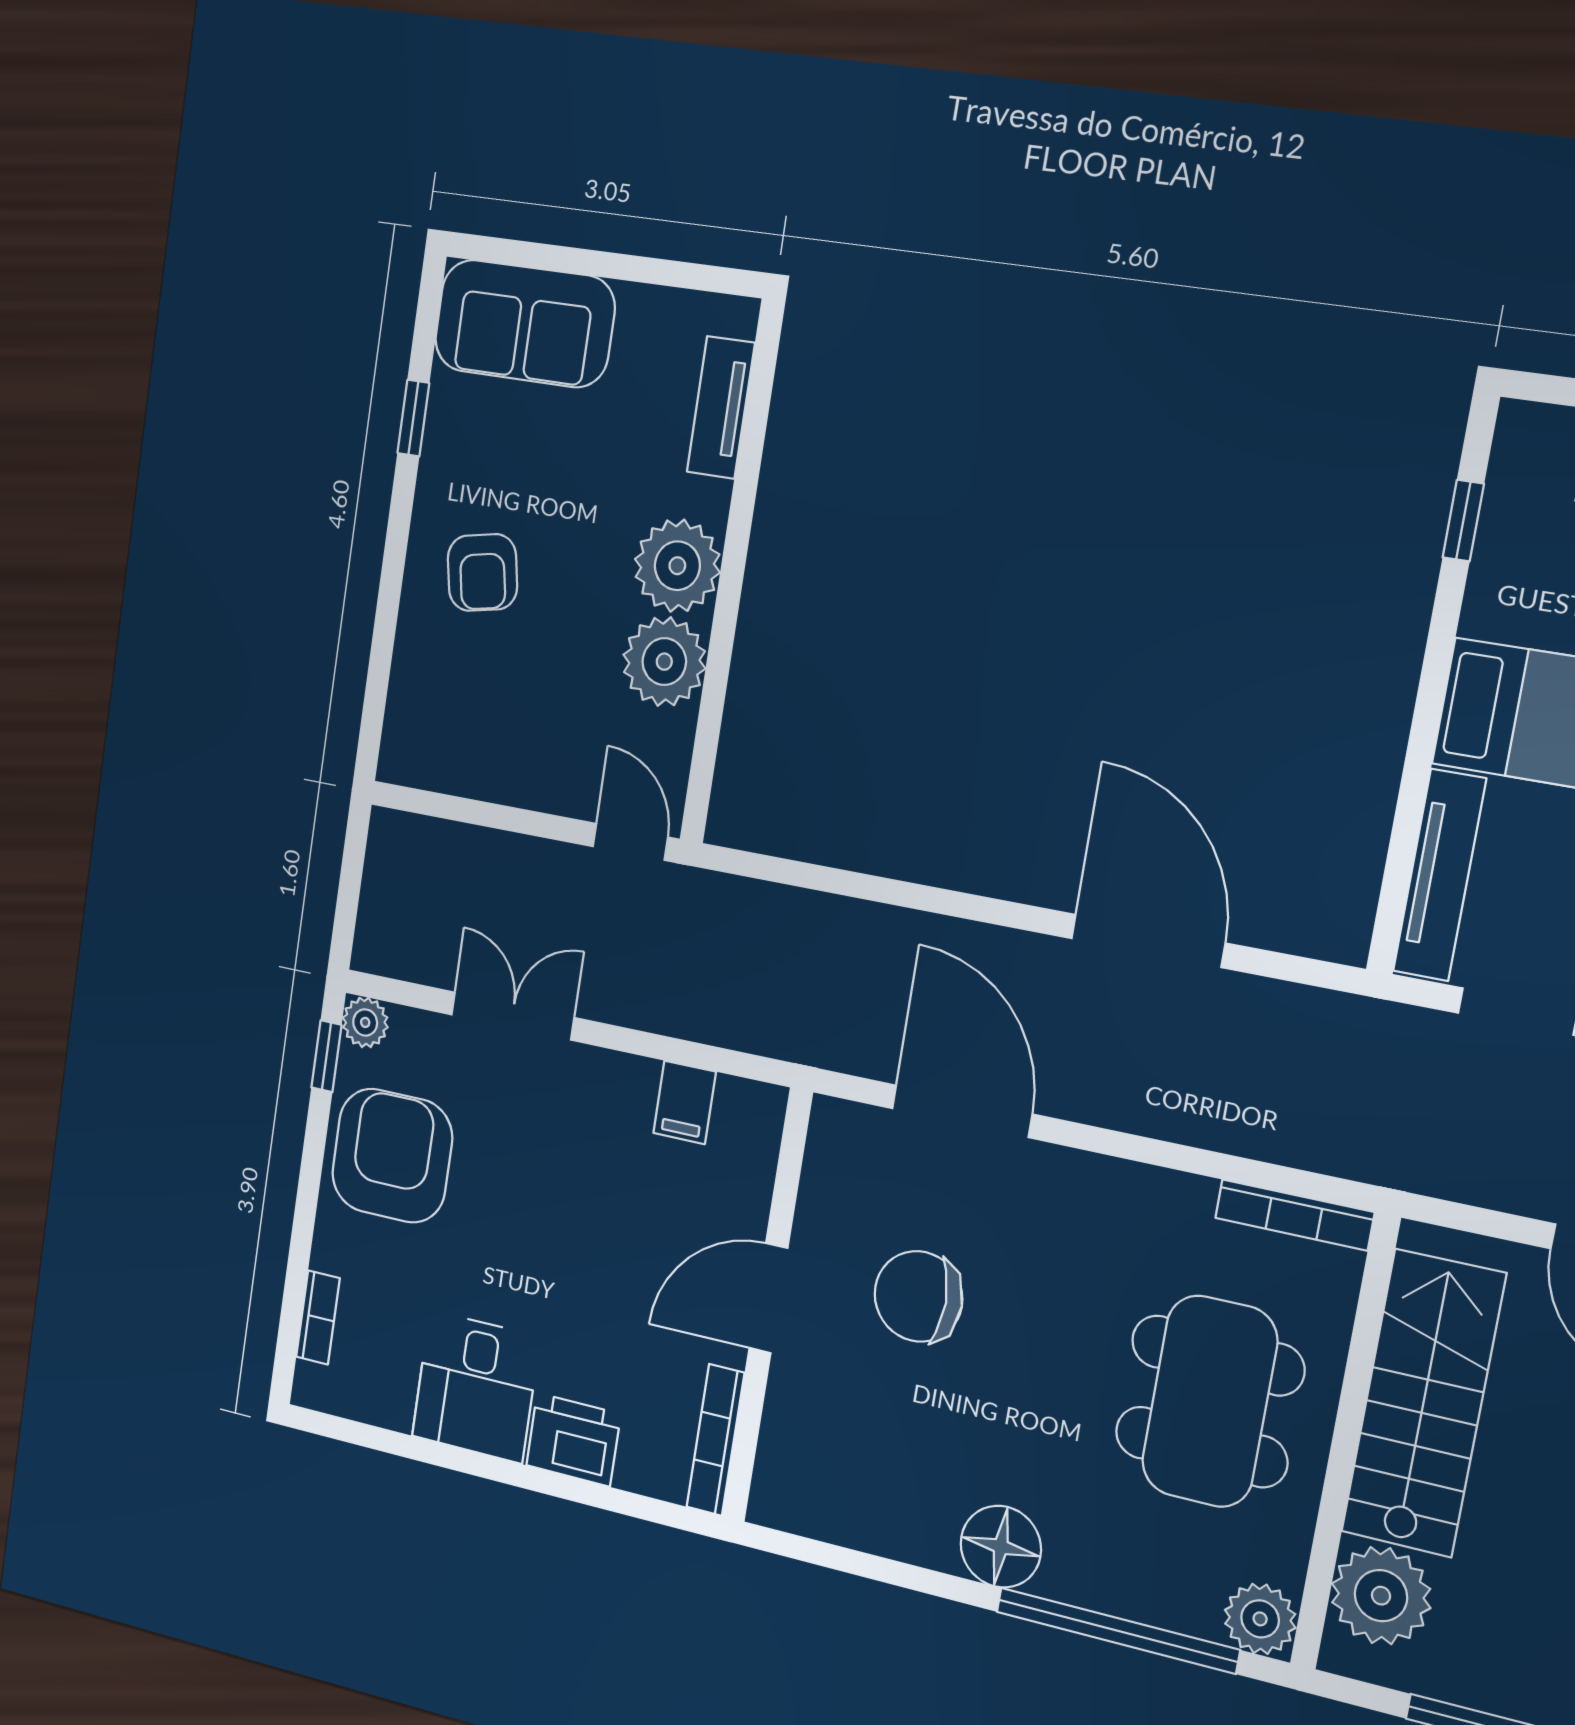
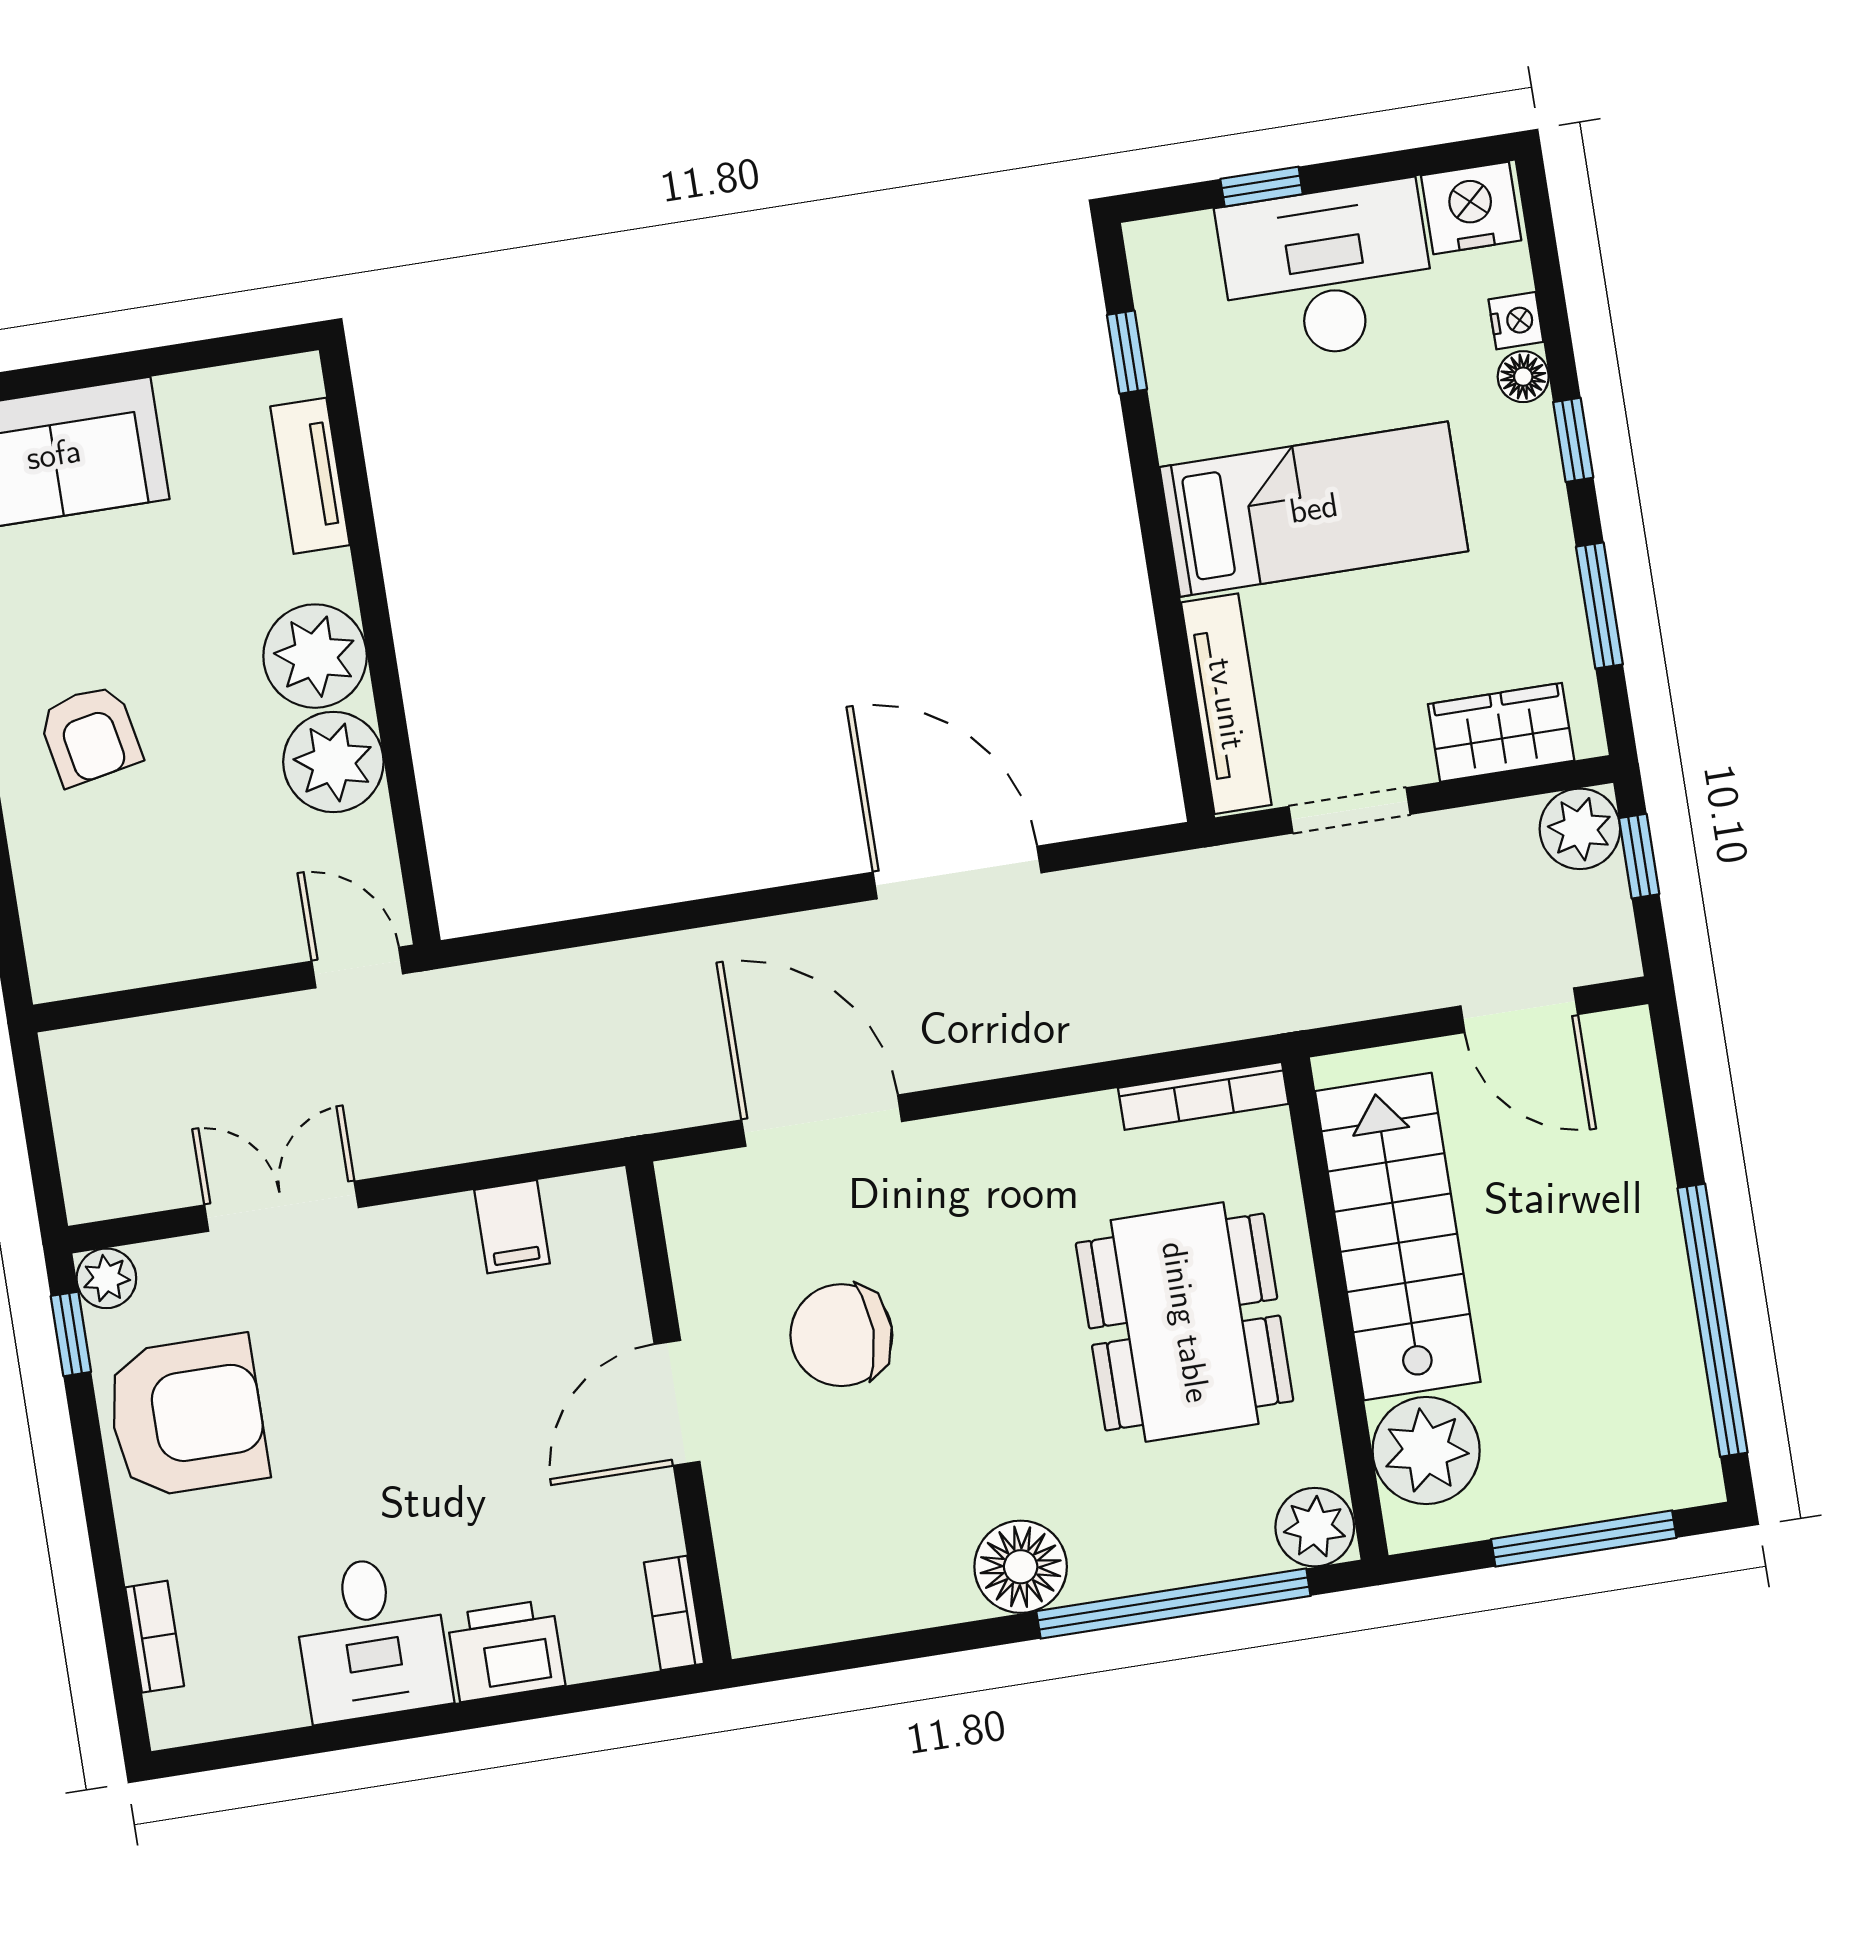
armchair: (392, 1156) -> (187, 1416), turned 90
bookcase: (715, 1440) -> (674, 1613), width x0.64

